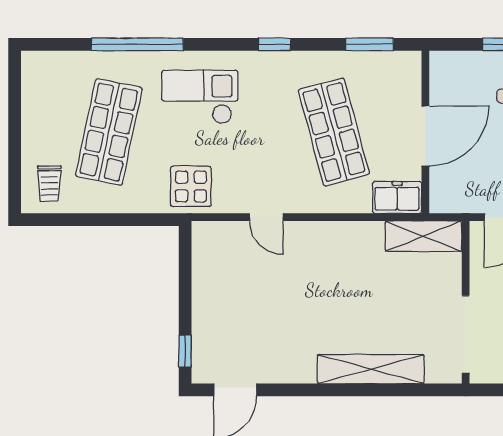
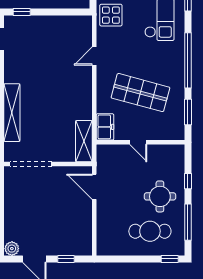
window: (275, 44) -> (188, 60), width x3.17
shop shelf: (334, 132) -> (140, 93), turned 30
door: (425, 136) -> (138, 142), width x0.53

